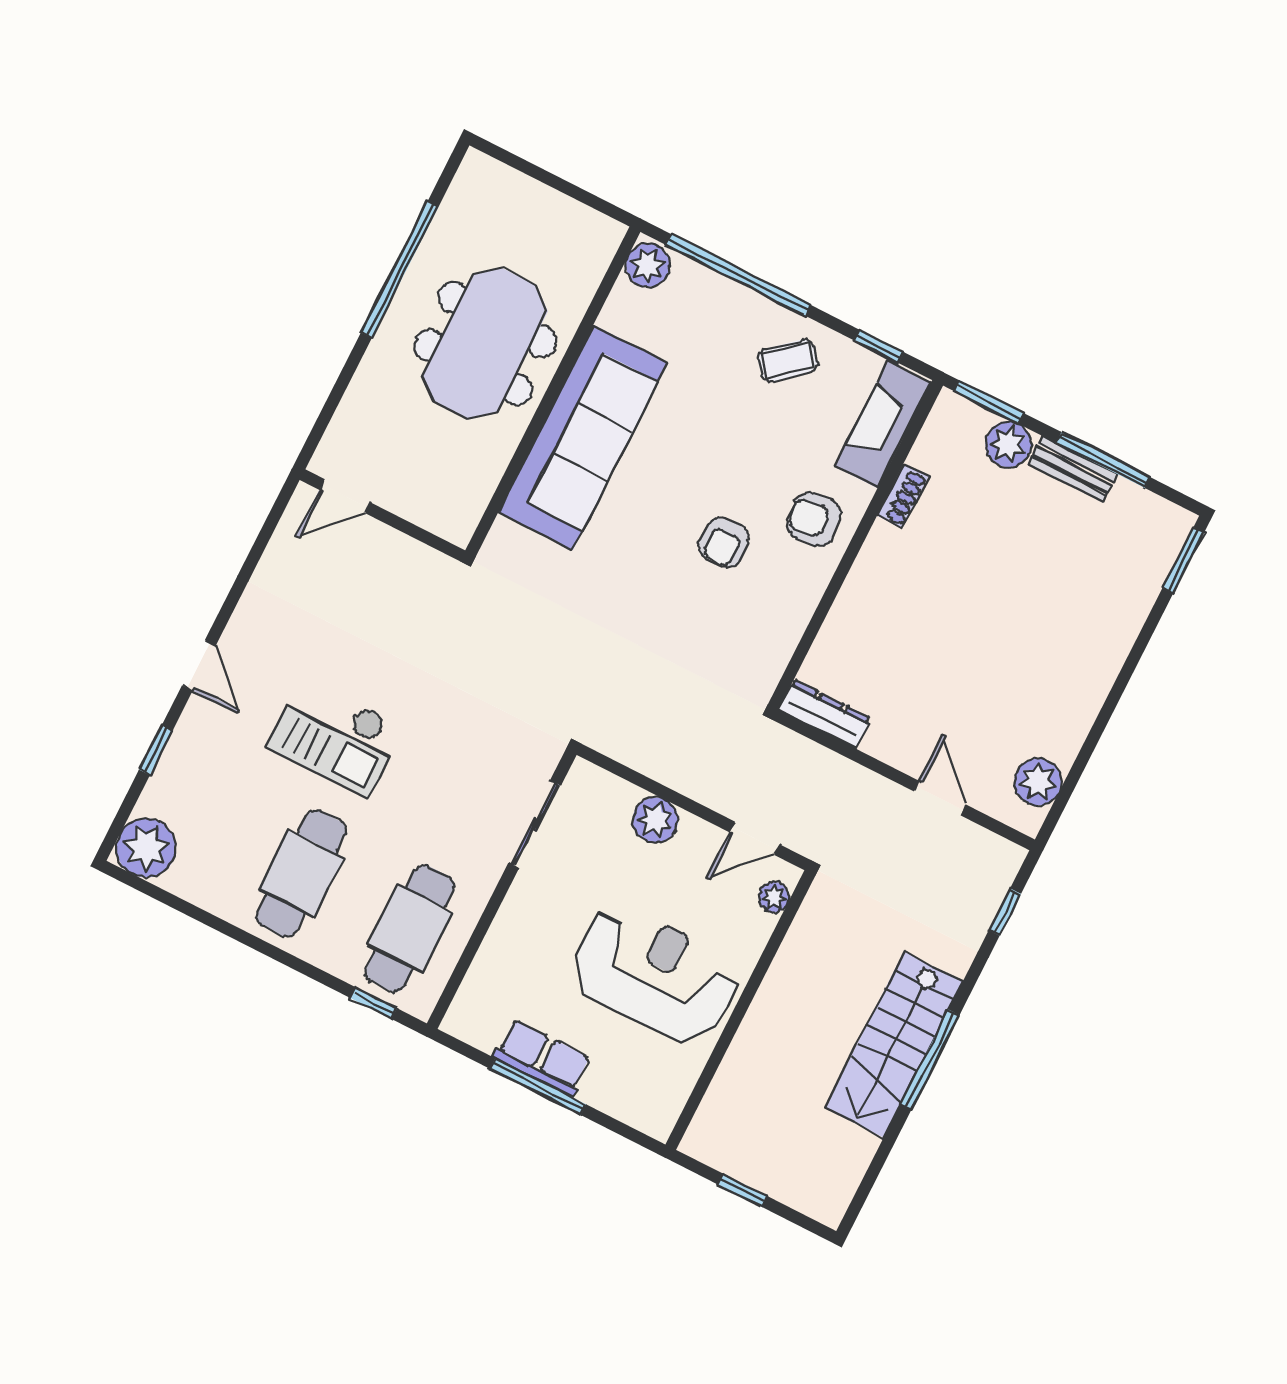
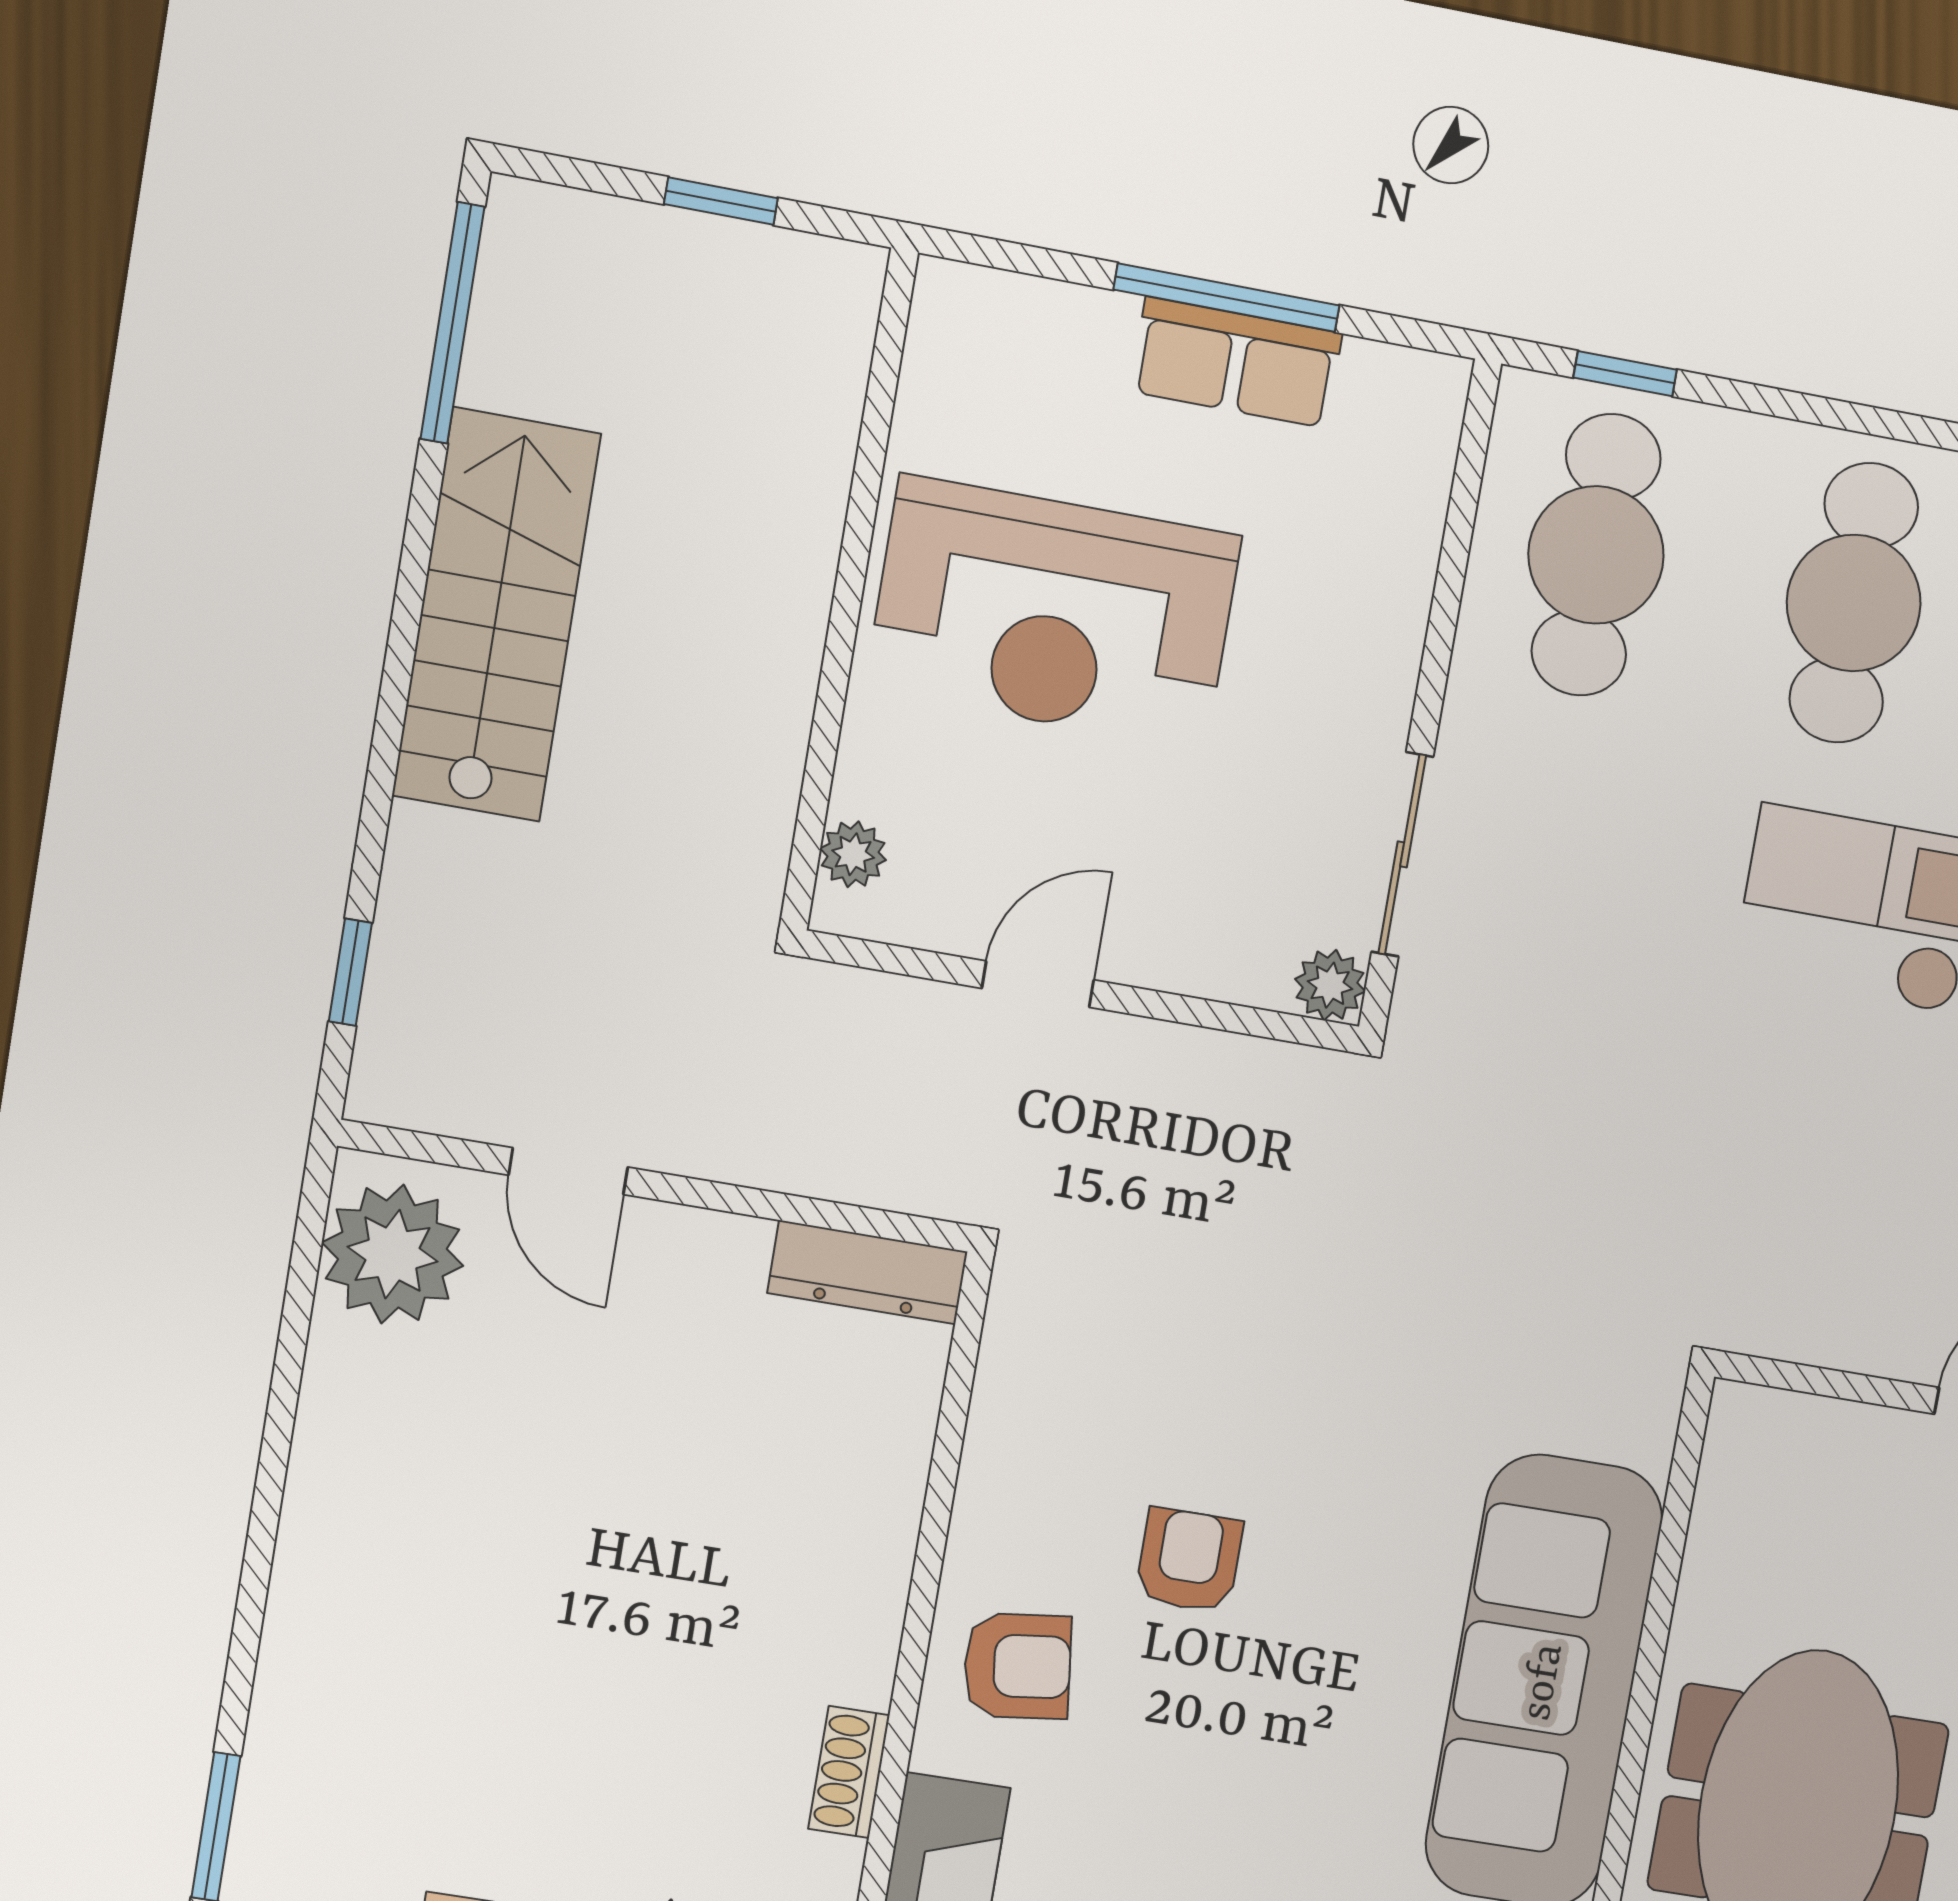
plant: (1038, 782) -> (393, 1254), width x1.36, depth x1.36
plant: (655, 820) -> (1330, 985), moved, width x0.73, depth x0.73
door: (755, 838) -> (1038, 984), moved
window: (930, 1059) -> (453, 323), moved

